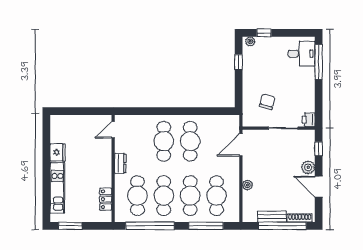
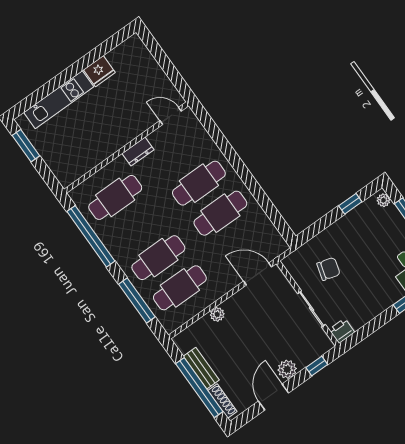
cafe table: (164, 196) -> (137, 228), removed
locker: (106, 199) -> (85, 164), removed

